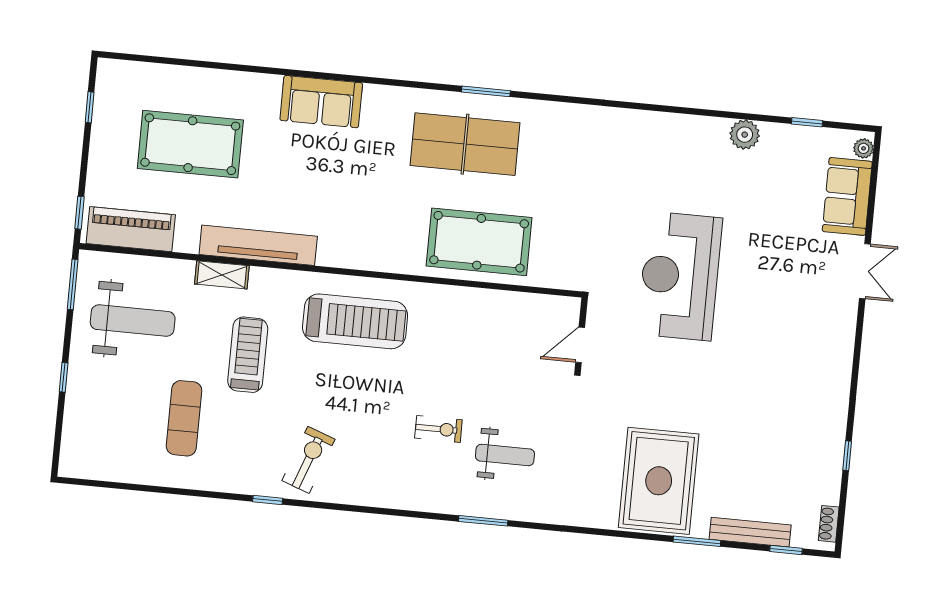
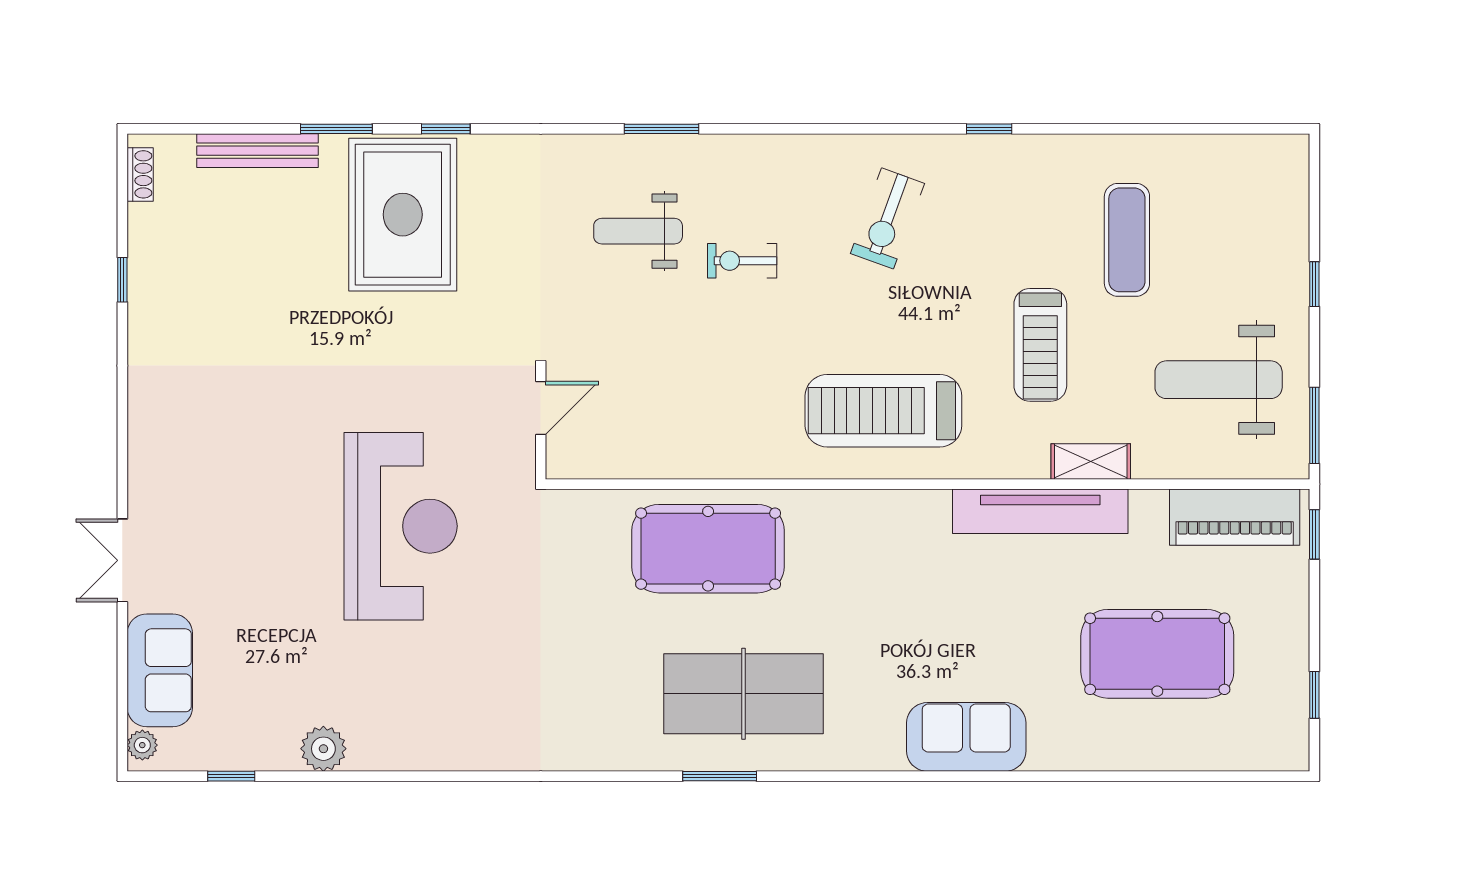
exercise bike: (308, 460) -> (887, 218), moved
window: (786, 550) -> (446, 129), moved

